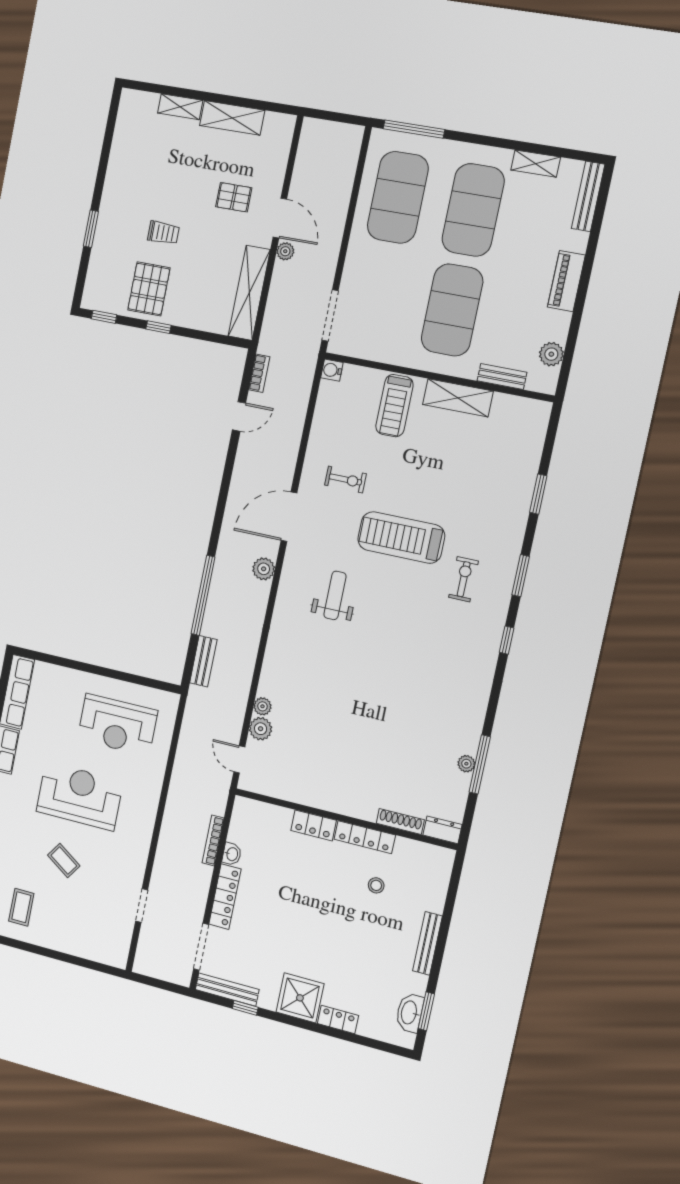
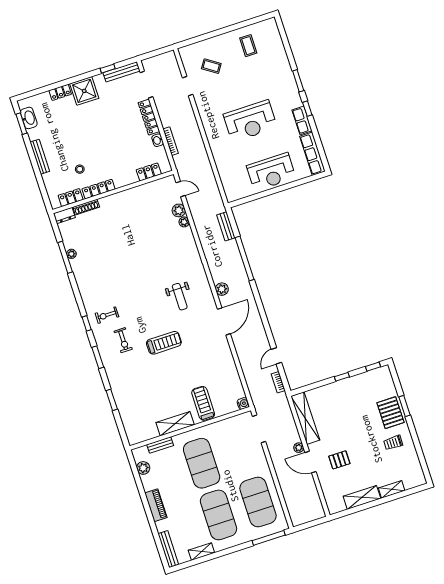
trolley: (163, 233) -> (393, 443), moved
pallet: (149, 289) -> (390, 413), moved
exercise bike: (345, 479) -> (107, 315), moved
treadmill: (401, 538) -> (164, 343), width x0.73, depth x0.73
reception desk: (117, 725) -> (271, 172), moved, turned 180
locker: (314, 825) -> (149, 172), moved
locker: (416, 851) -> (71, 198), added
coffee table: (64, 861) -> (211, 66), moved

